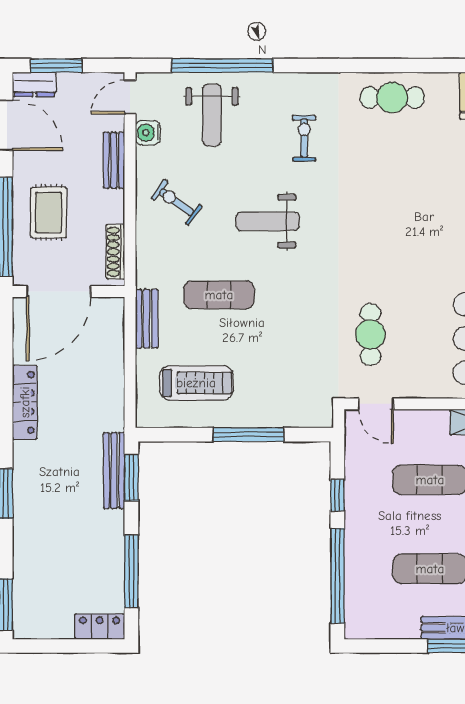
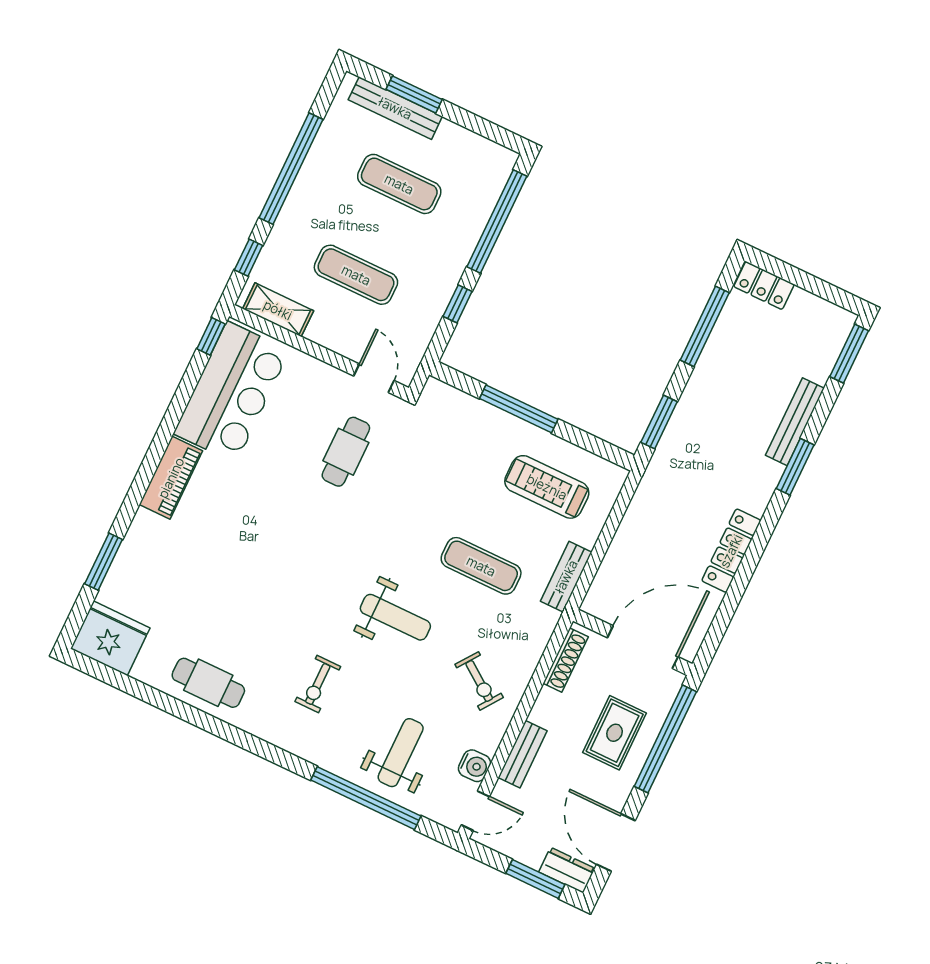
bench: (114, 471) -> (795, 422), moved

